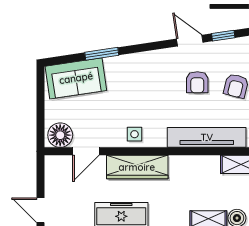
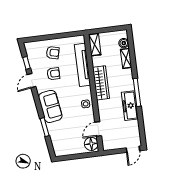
sofa: (76, 78) -> (50, 106), moved
door: (86, 151) -> (98, 129), swing flipped
wardrobe: (137, 167) -> (101, 83), moved

